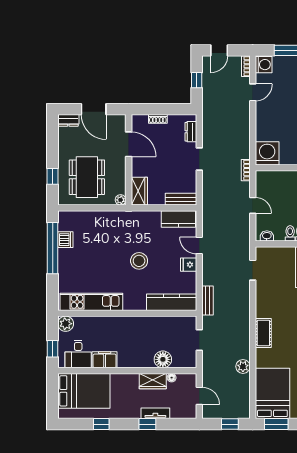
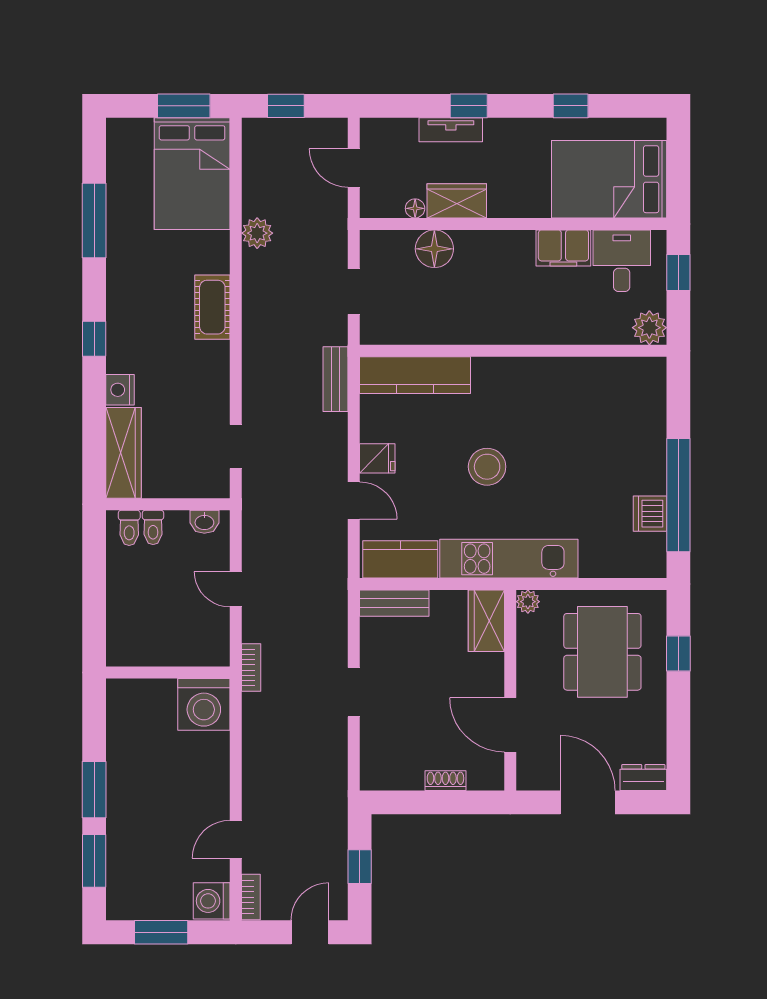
dresser: (191, 132) -> (372, 752), removed
kitchen unit: (91, 302) -> (509, 559), moved, turned 180

